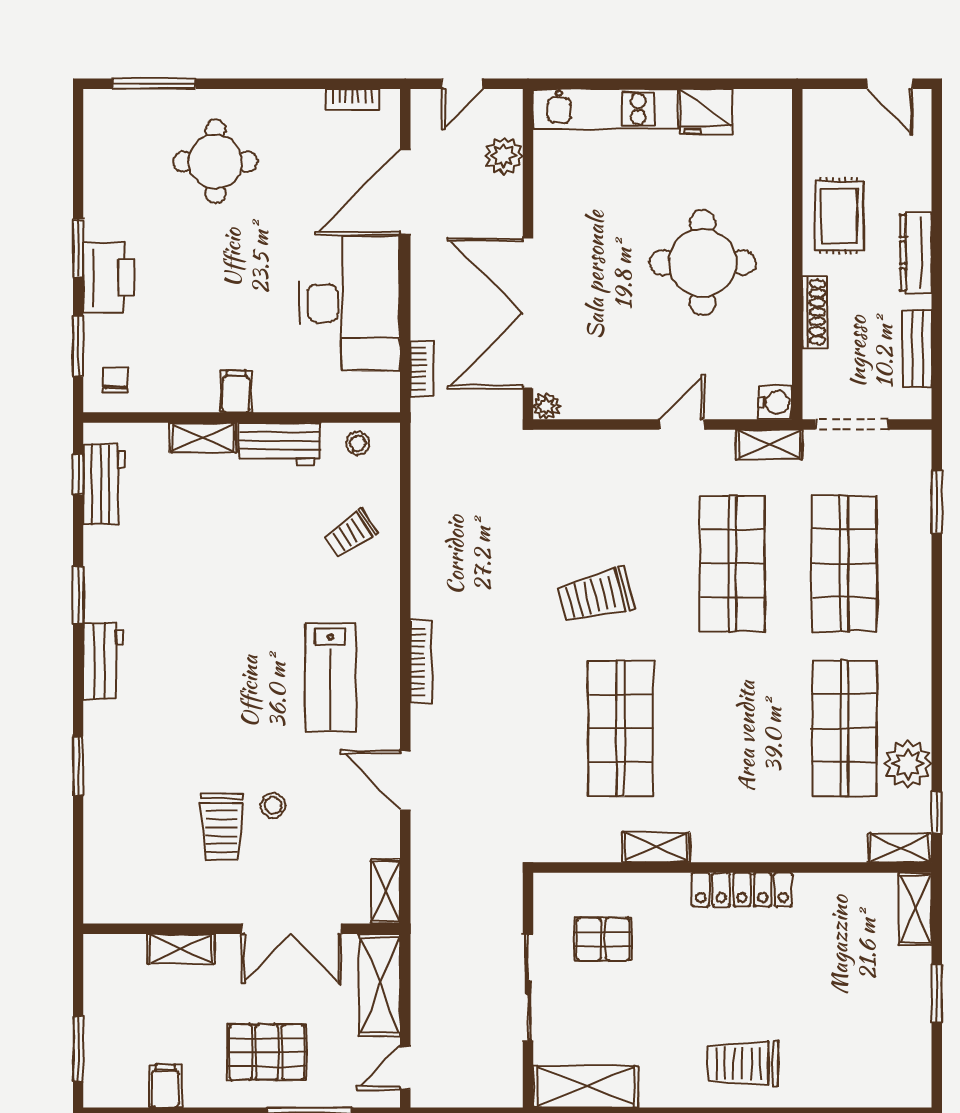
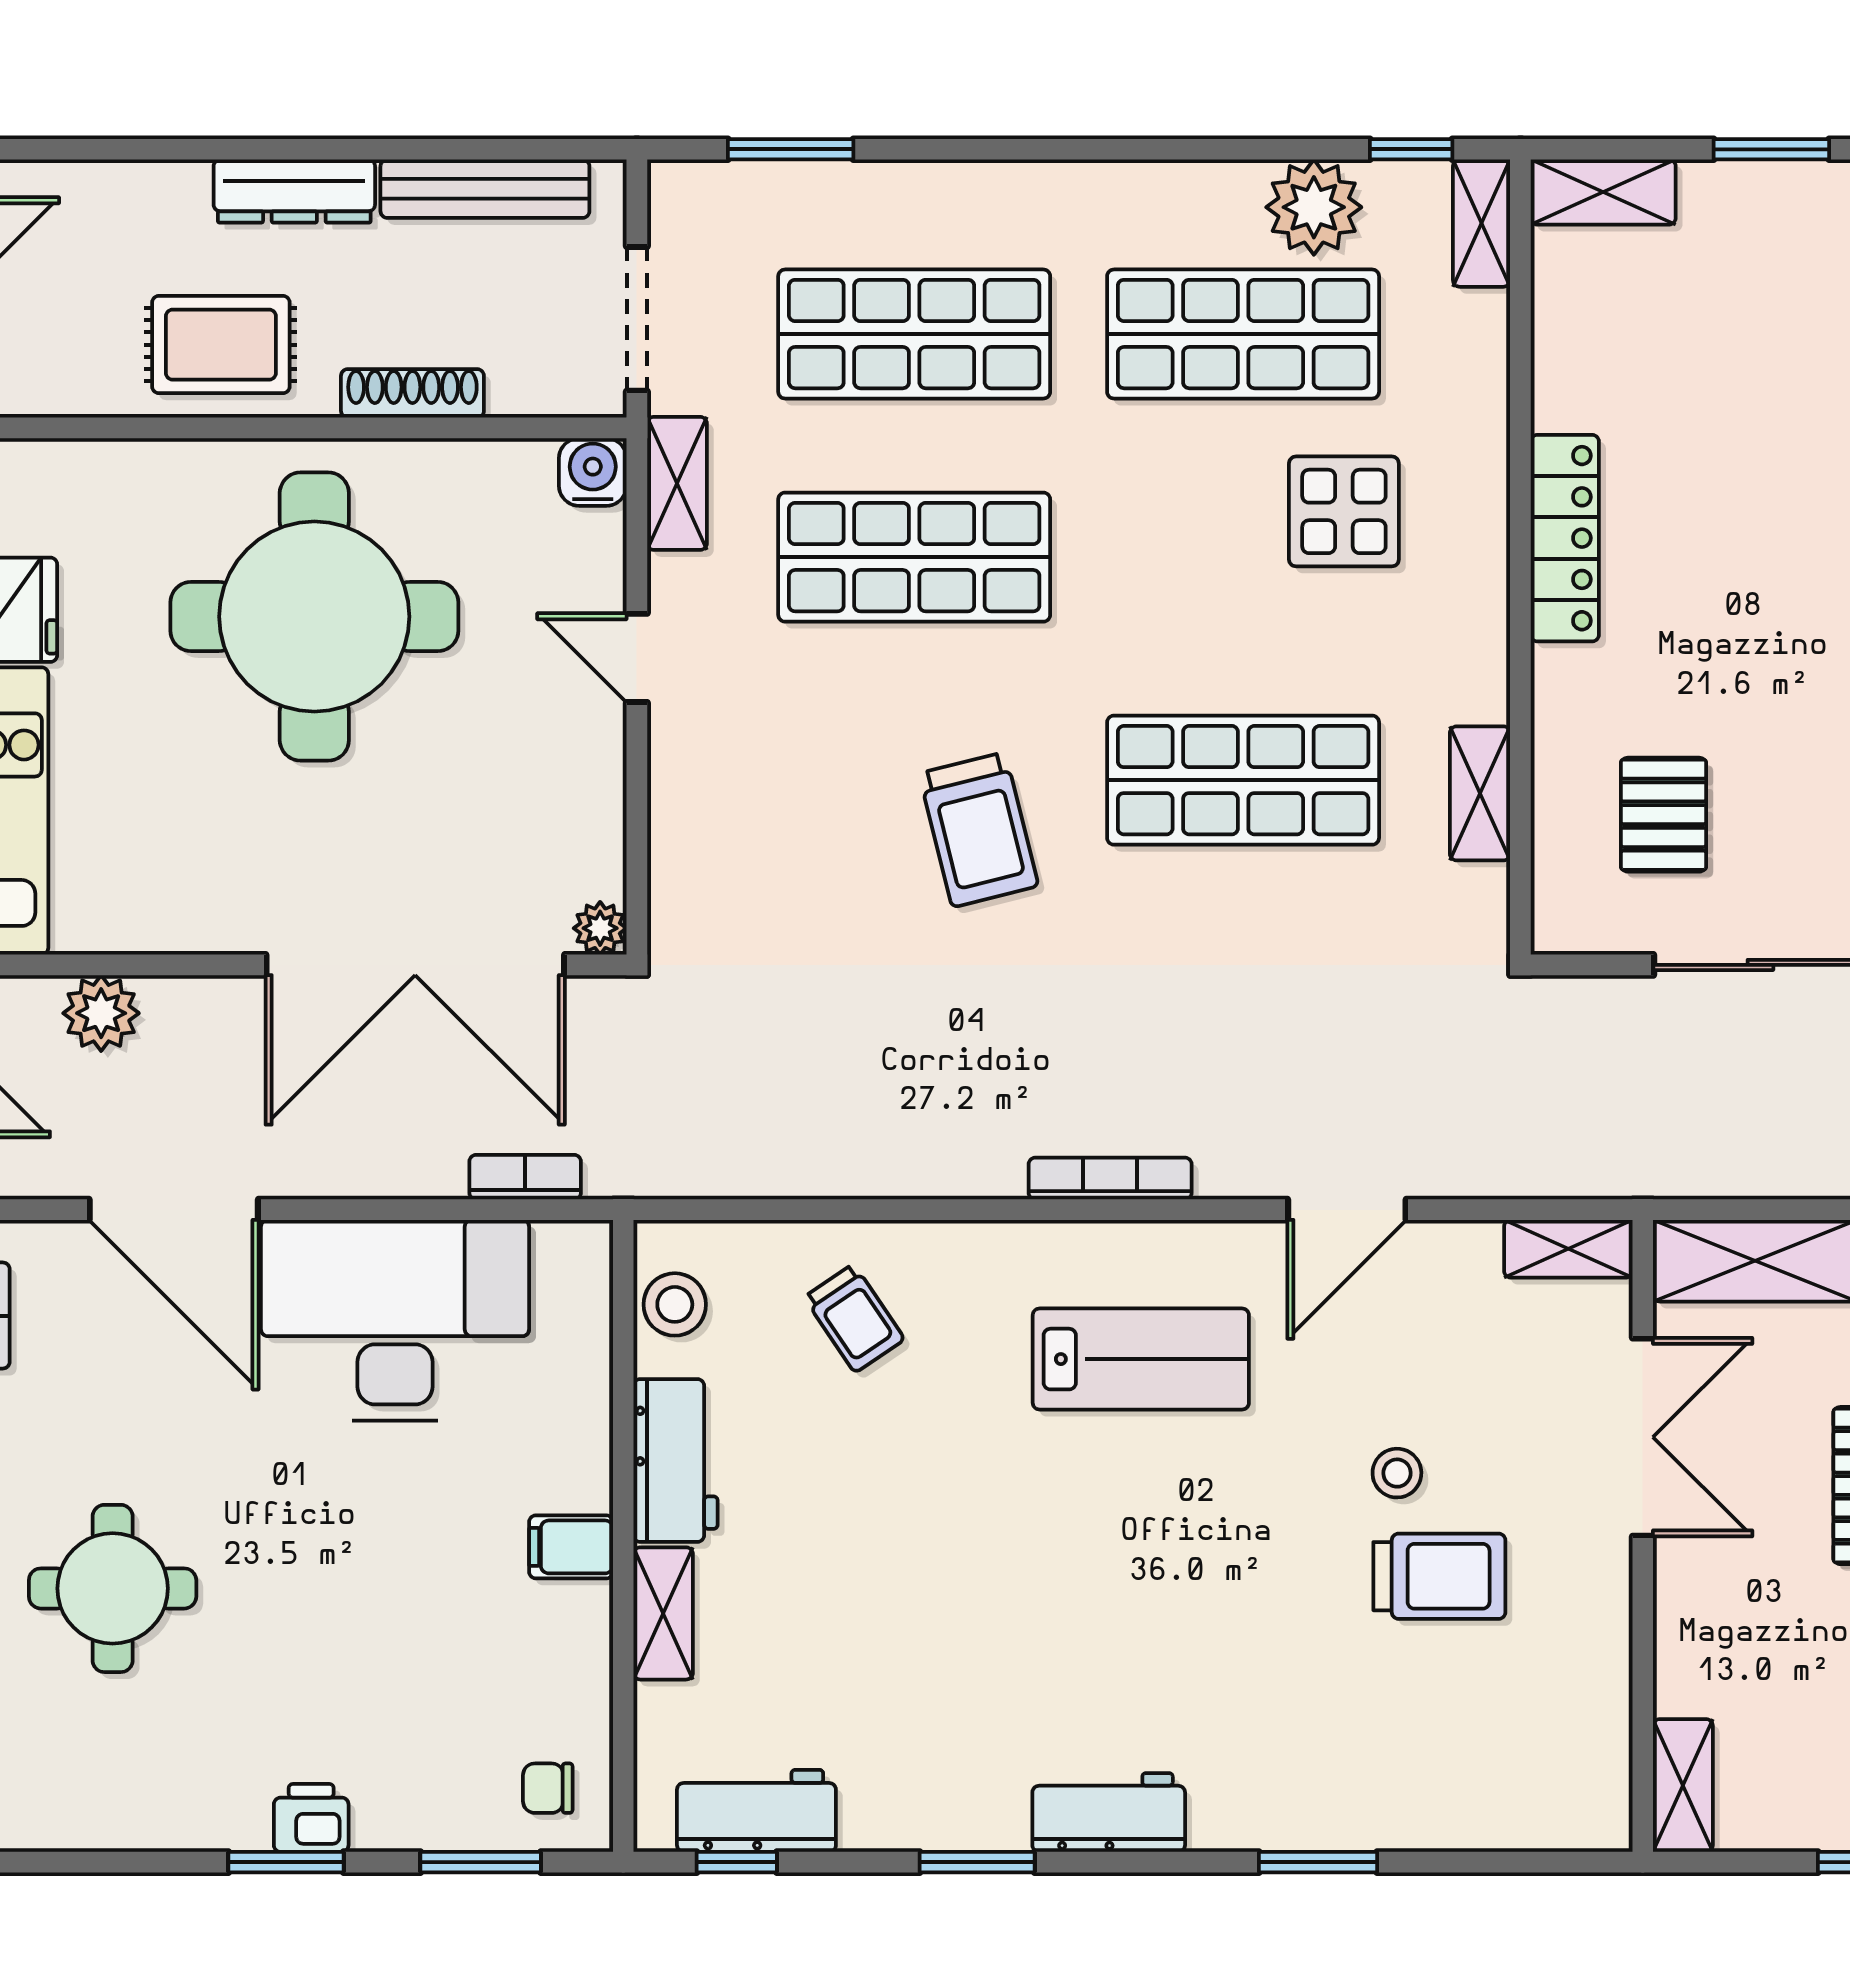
round table: (703, 263) -> (314, 617), width x1.36, depth x1.36
printer: (108, 277) -> (311, 1818), width x0.53, depth x0.68
bench: (917, 348) -> (485, 189), width x1.36
stool: (358, 443) -> (675, 1304), width x1.37, depth x1.37
display table: (755, 779) -> (1344, 511), added
shelving: (656, 847) -> (1480, 793), moved
shelving: (181, 949) -> (1683, 1785), moved

